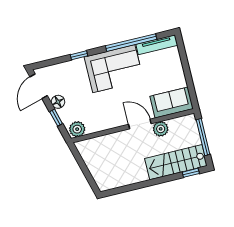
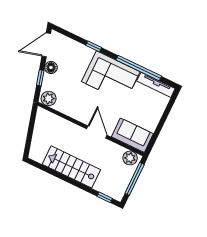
plant: (161, 129) -> (130, 158), moved
stairs: (176, 162) -> (71, 167), moved

